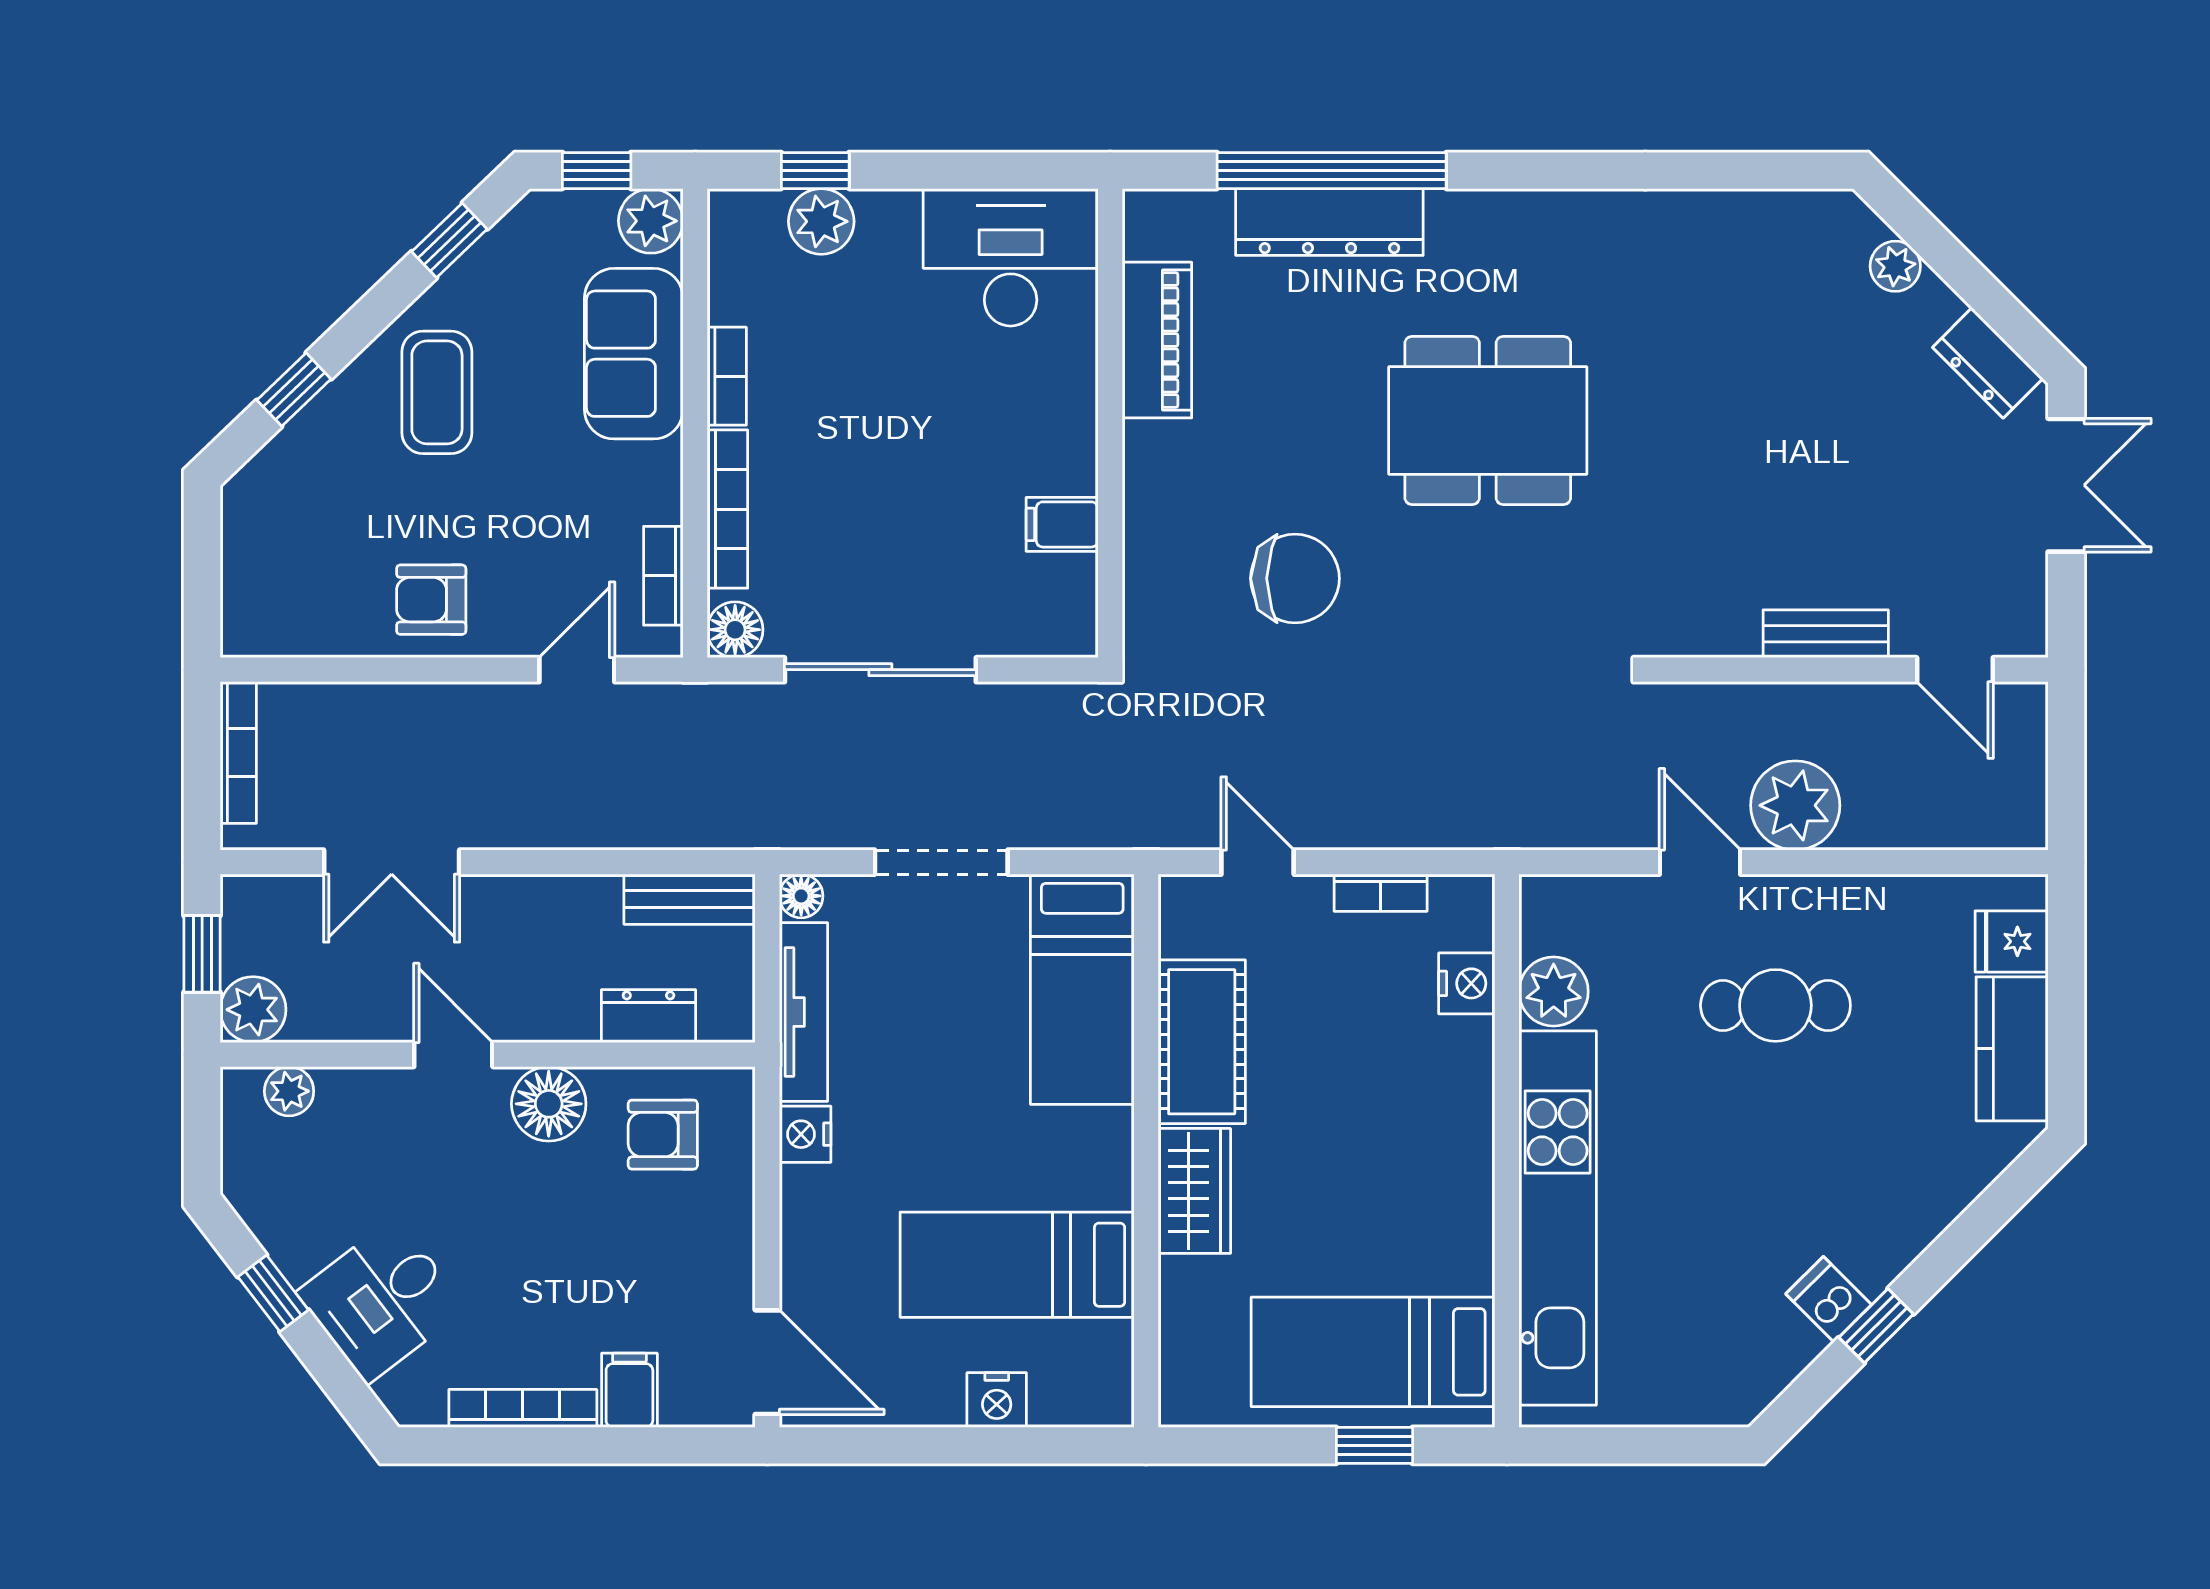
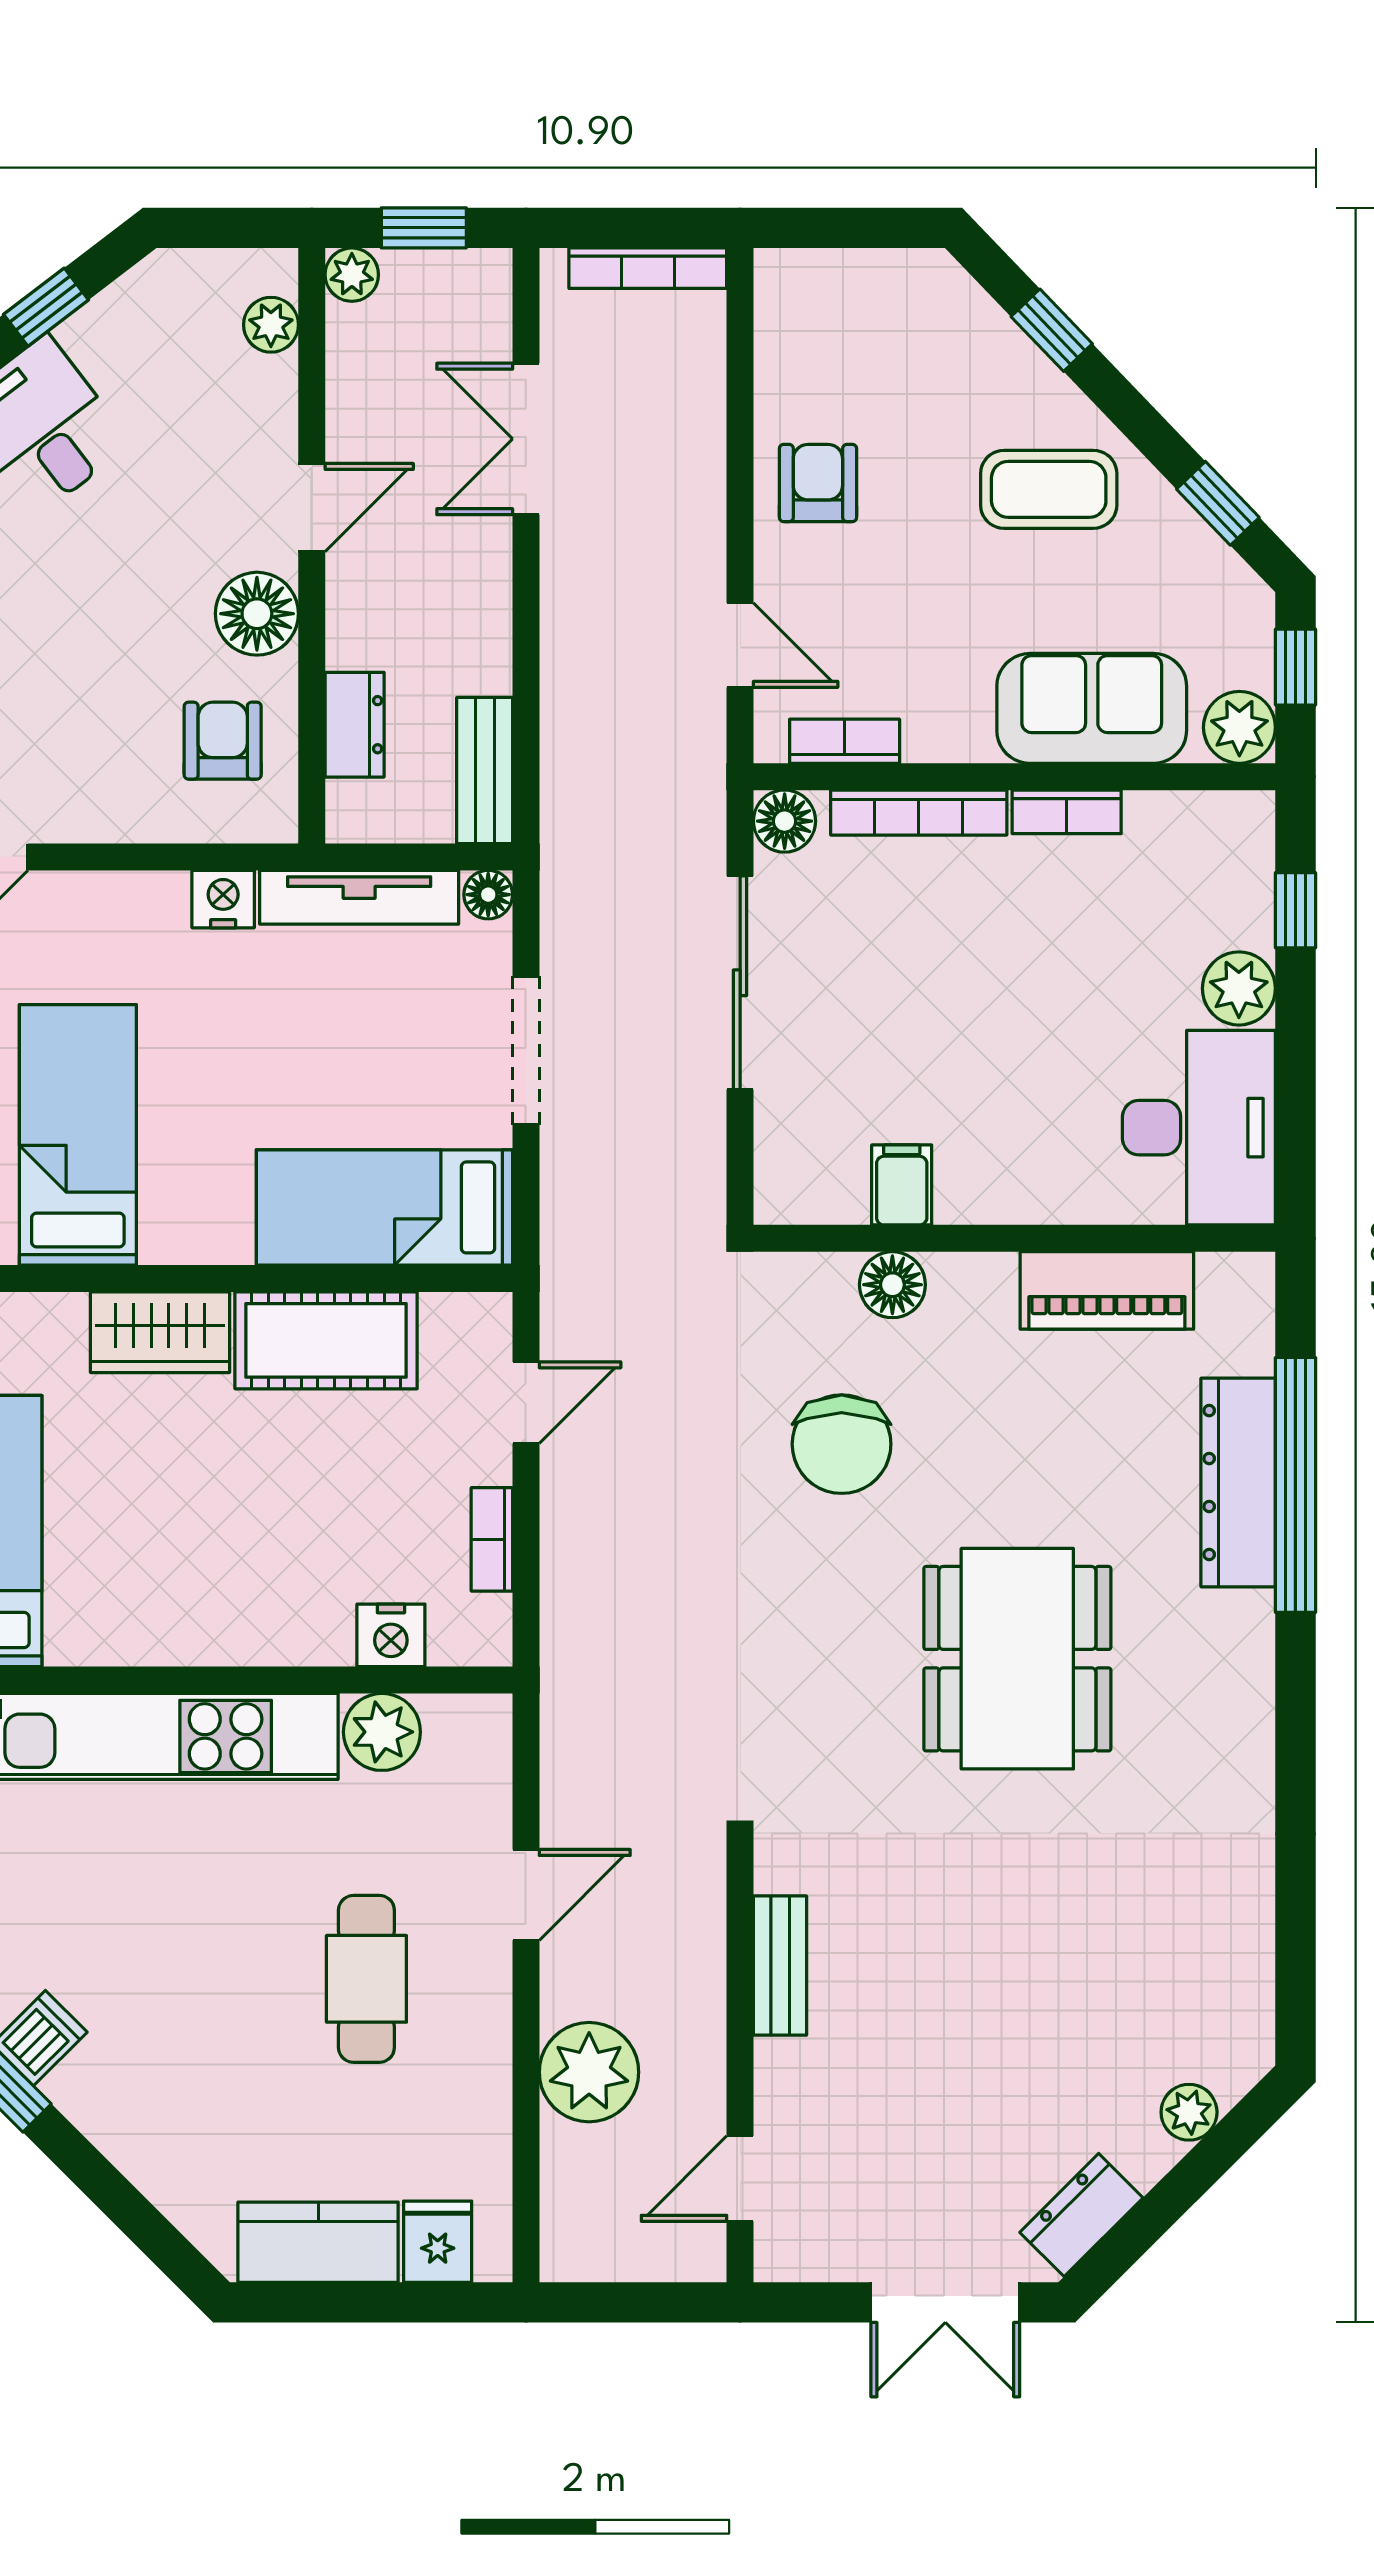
plant: (821, 221) -> (1239, 988), moved
floor lamp: (1152, 533) -> (892, 1285), added
bench: (1826, 634) -> (780, 1966), moved
plant: (1795, 805) -> (589, 2072), moved
plant: (253, 1010) -> (352, 275), width x0.73, depth x0.73

